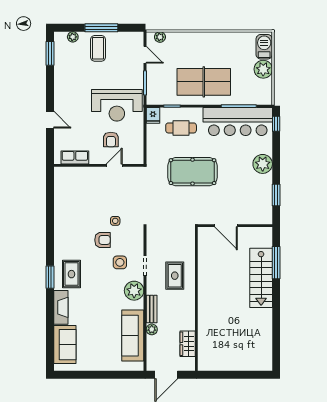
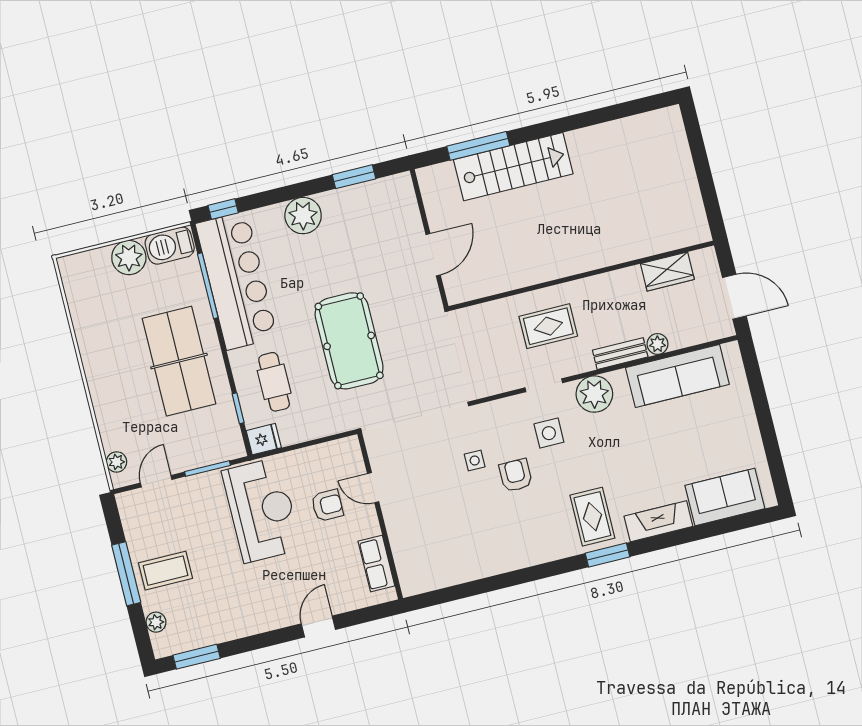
barbecue: (264, 47) -> (170, 246), moved
rug: (71, 274) -> (592, 517), turned 90

